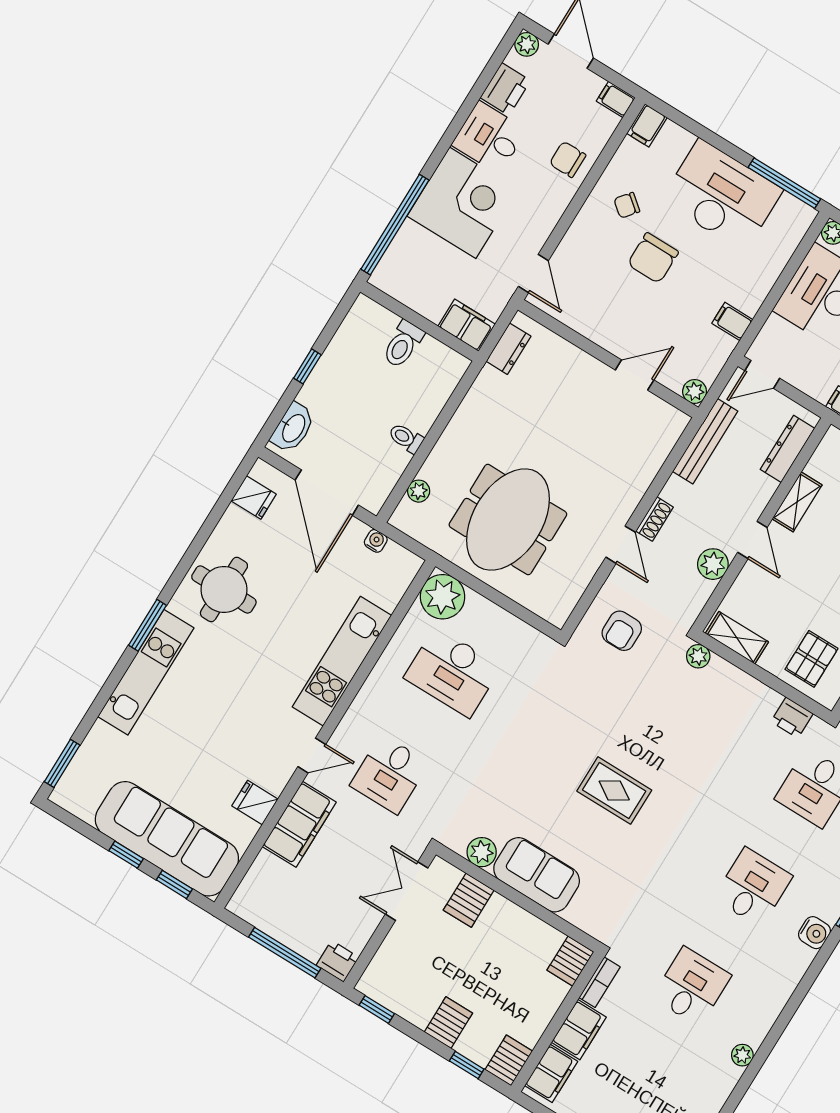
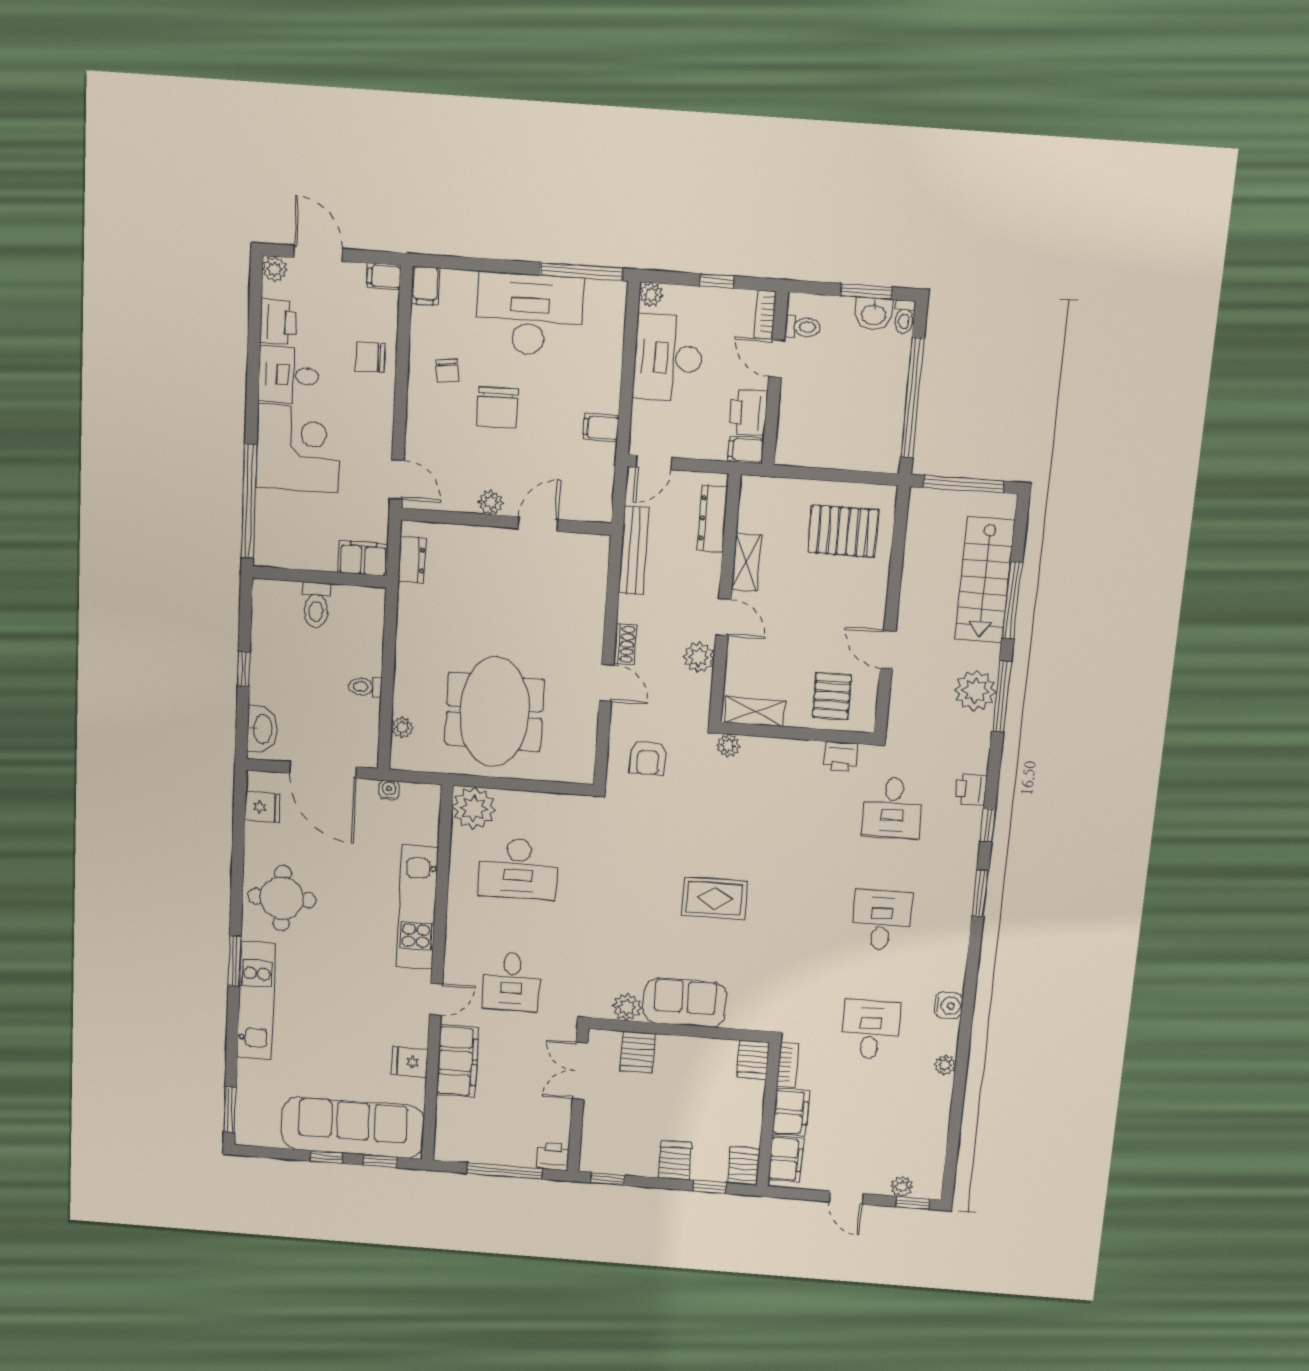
chair: (627, 205) -> (447, 371), turned -45
plant: (695, 391) -> (491, 502), moved
water cooler: (814, 933) -> (949, 1006), moved

